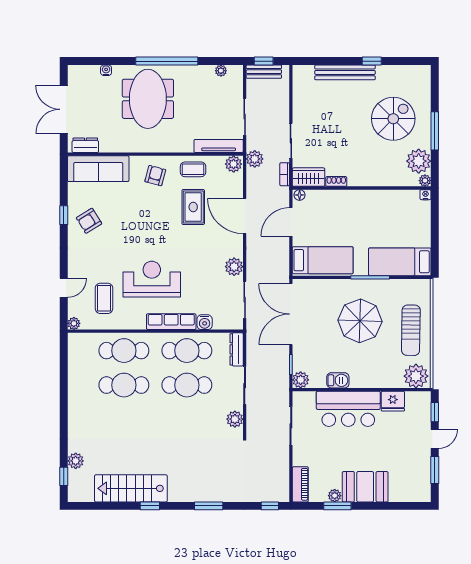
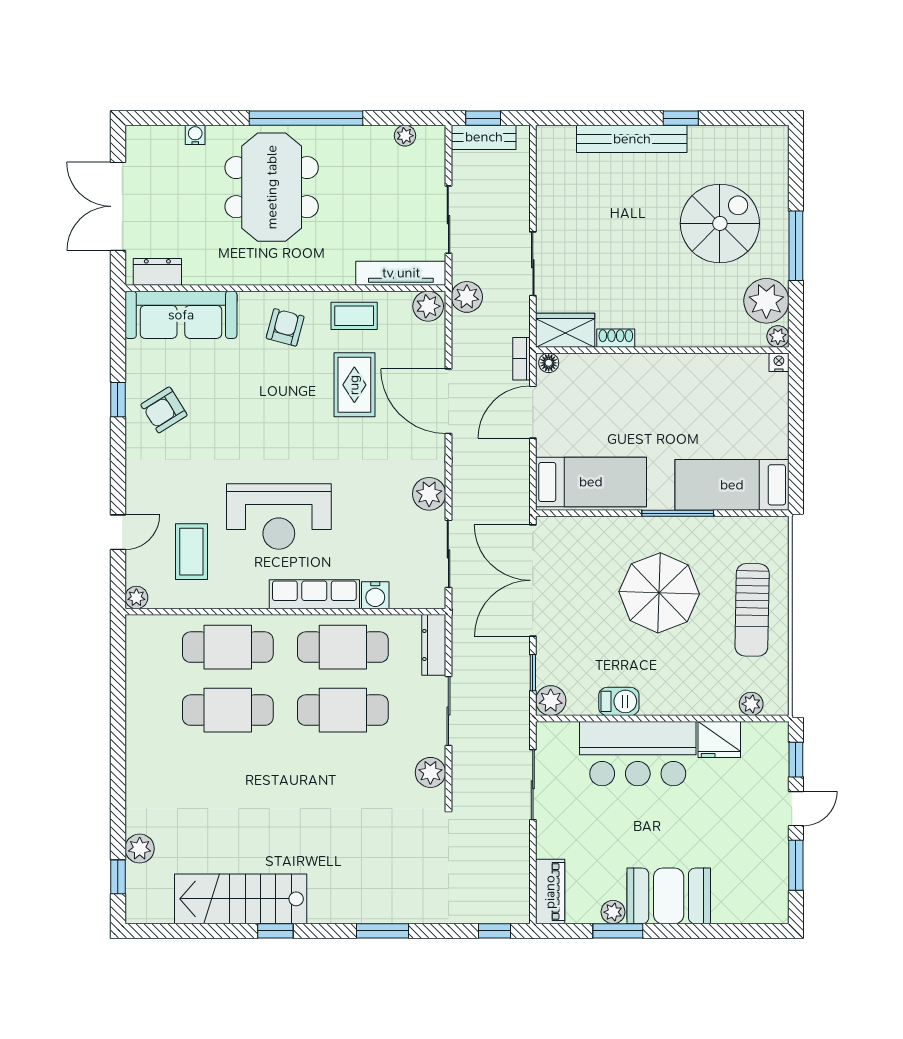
bookcase: (285, 174) -> (521, 359), moved
reception desk: (152, 279) -> (279, 516), turned 180
plant: (416, 376) -> (751, 704), width x0.53, depth x0.53

